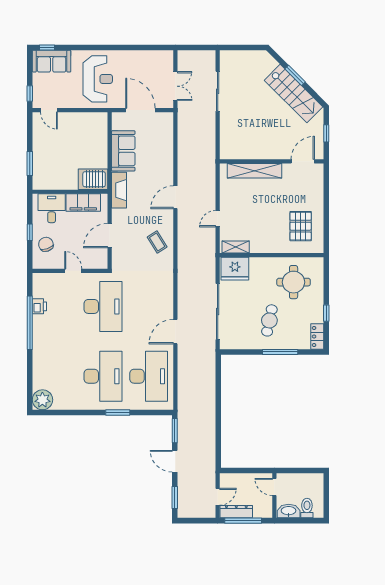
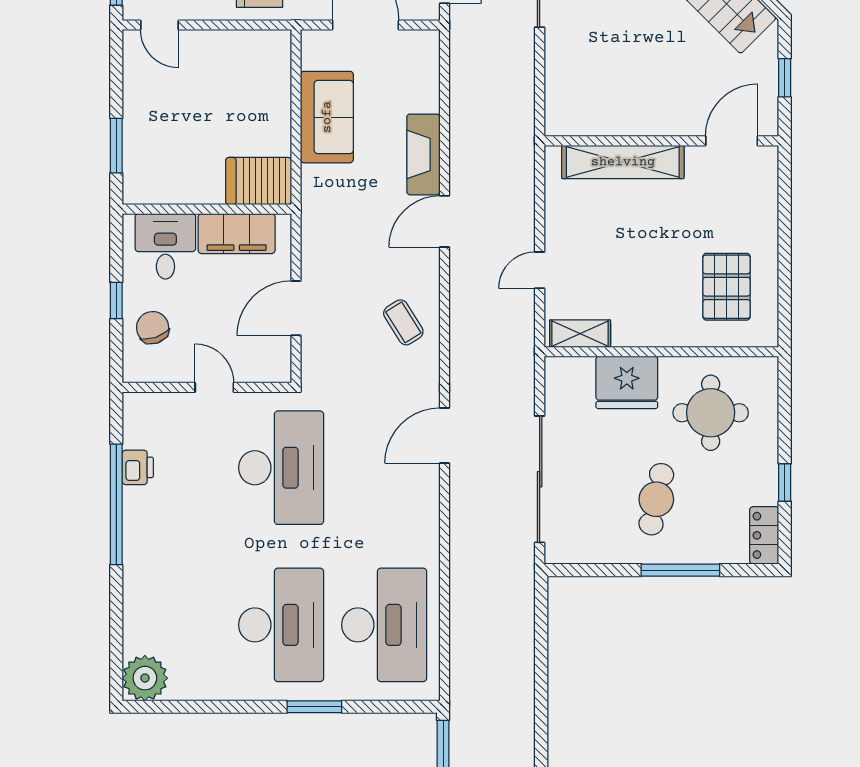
fireplace: (119, 190) -> (423, 154), moved, turned 180
fridge: (235, 269) -> (627, 382), moved
door: (175, 332) -> (445, 436), moved

